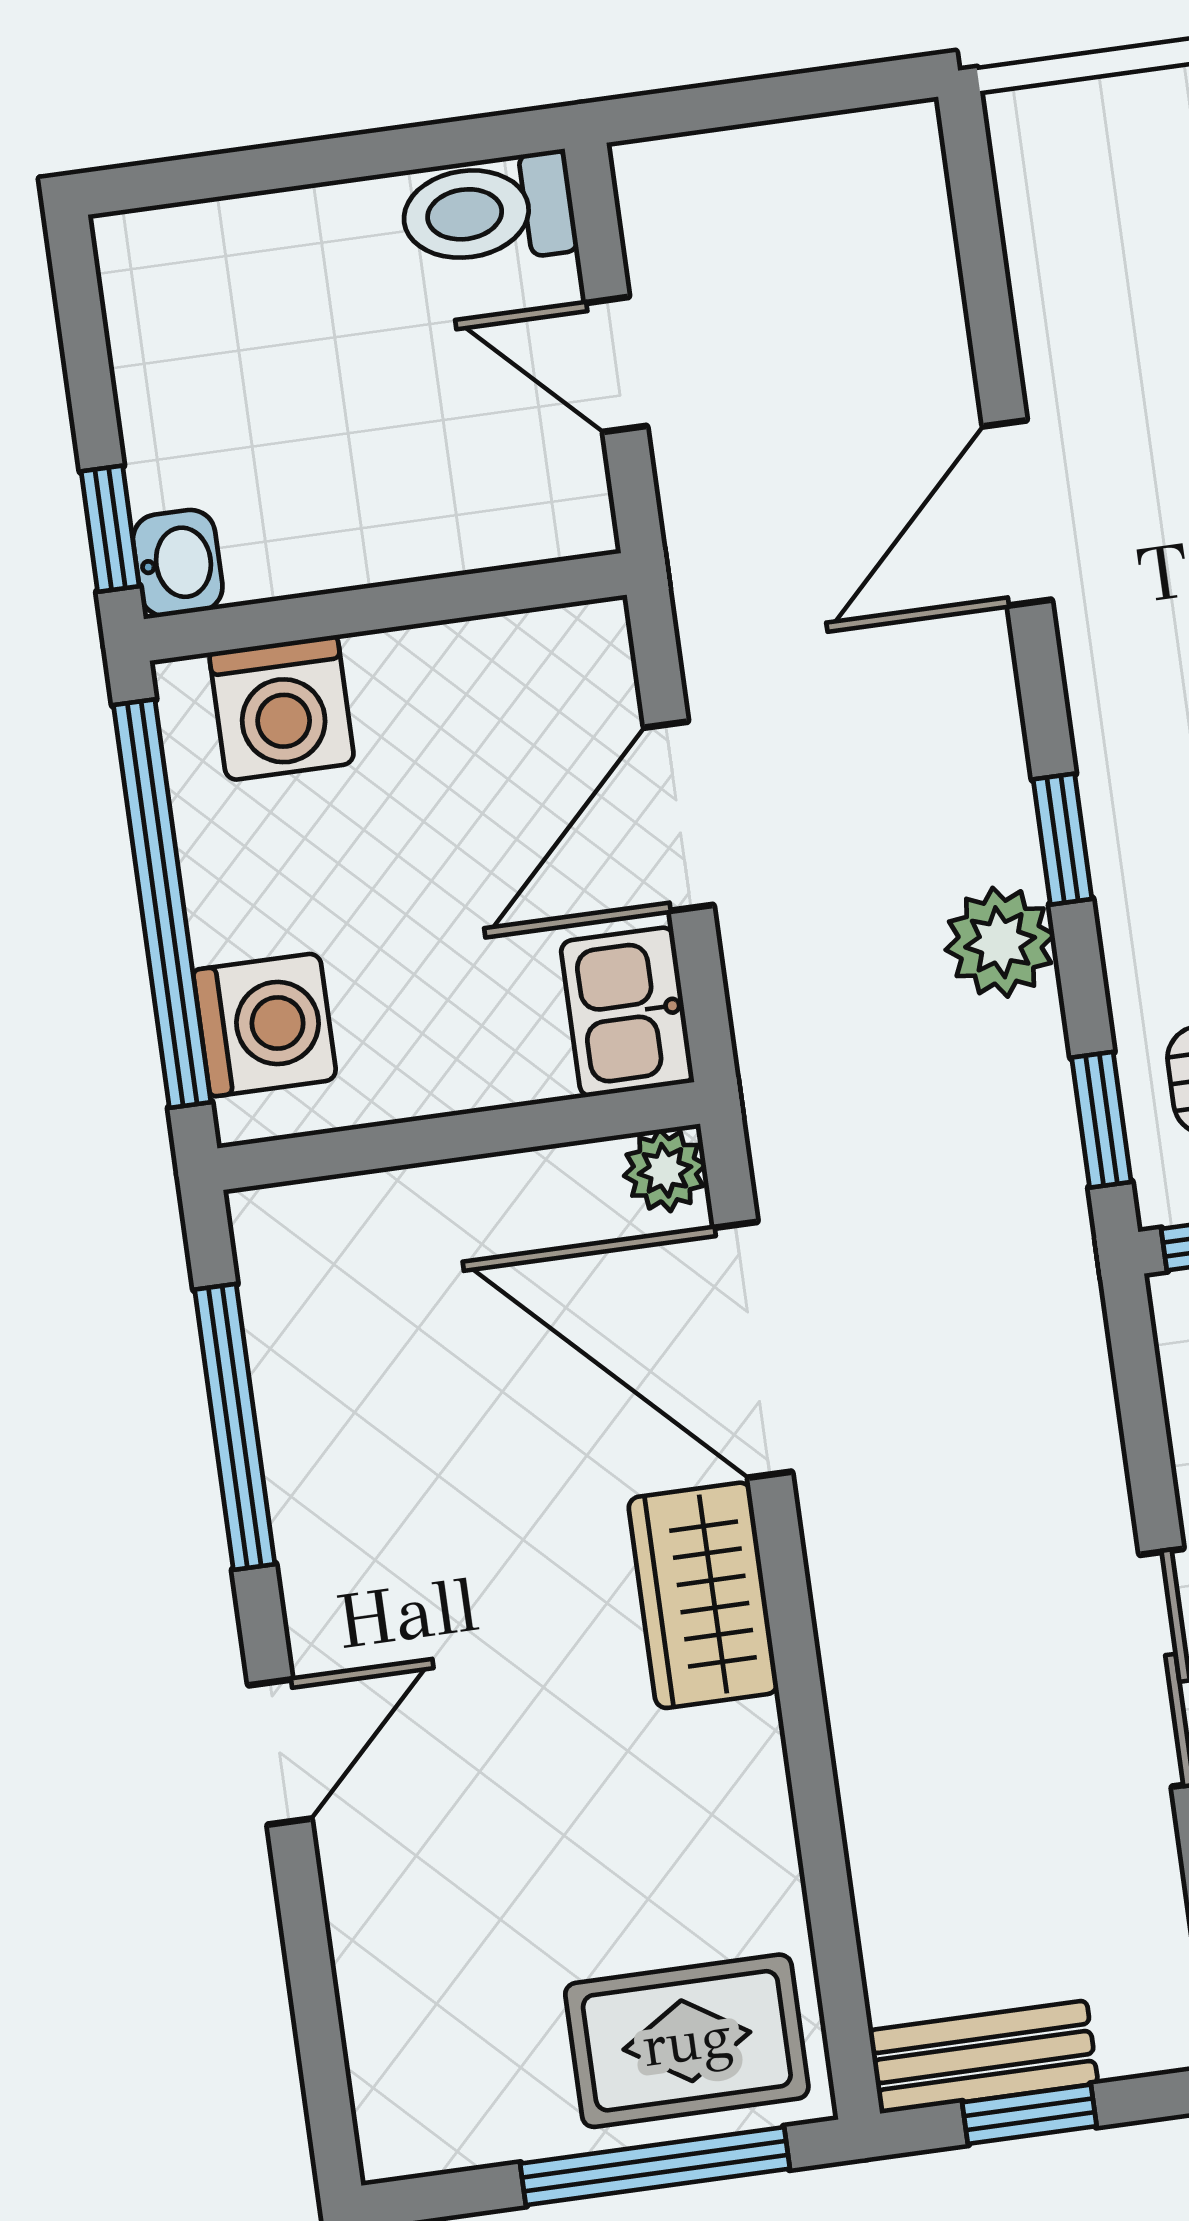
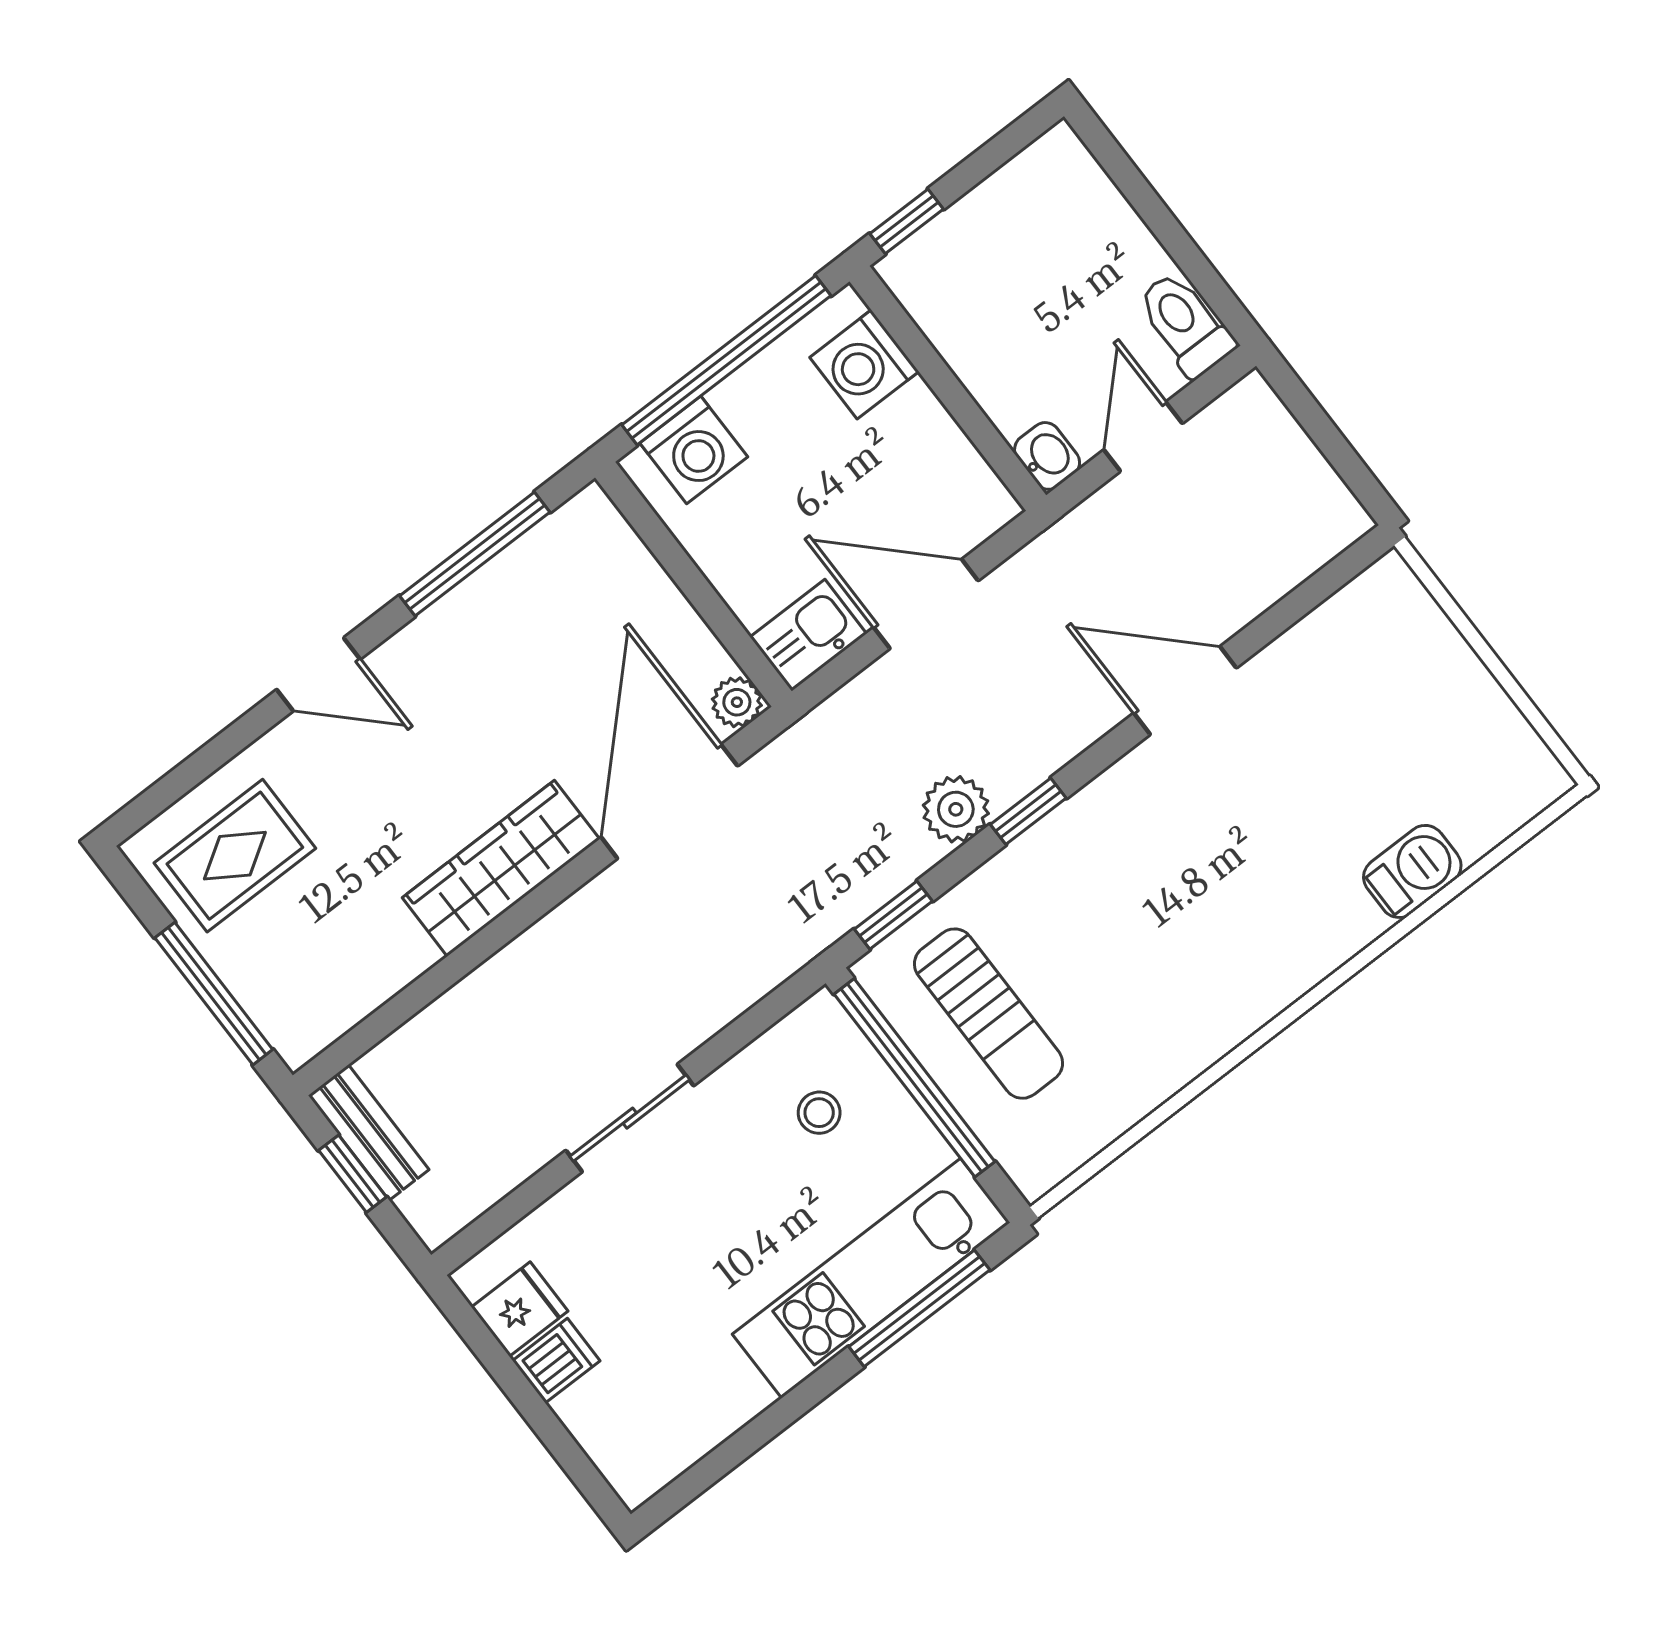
washbasin: (178, 563) -> (1047, 456), moved, turned -90
wardrobe: (703, 1595) -> (501, 868), width x1.50
rug: (687, 2041) -> (235, 856), moved, turned 90

